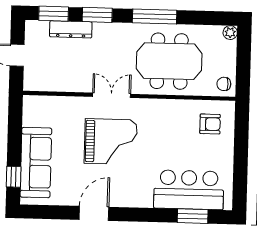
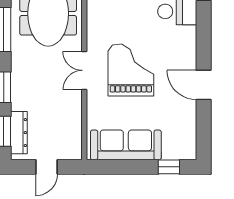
dresser: (71, 29) -> (19, 133), moved
sofa: (36, 163) -> (126, 145), moved

